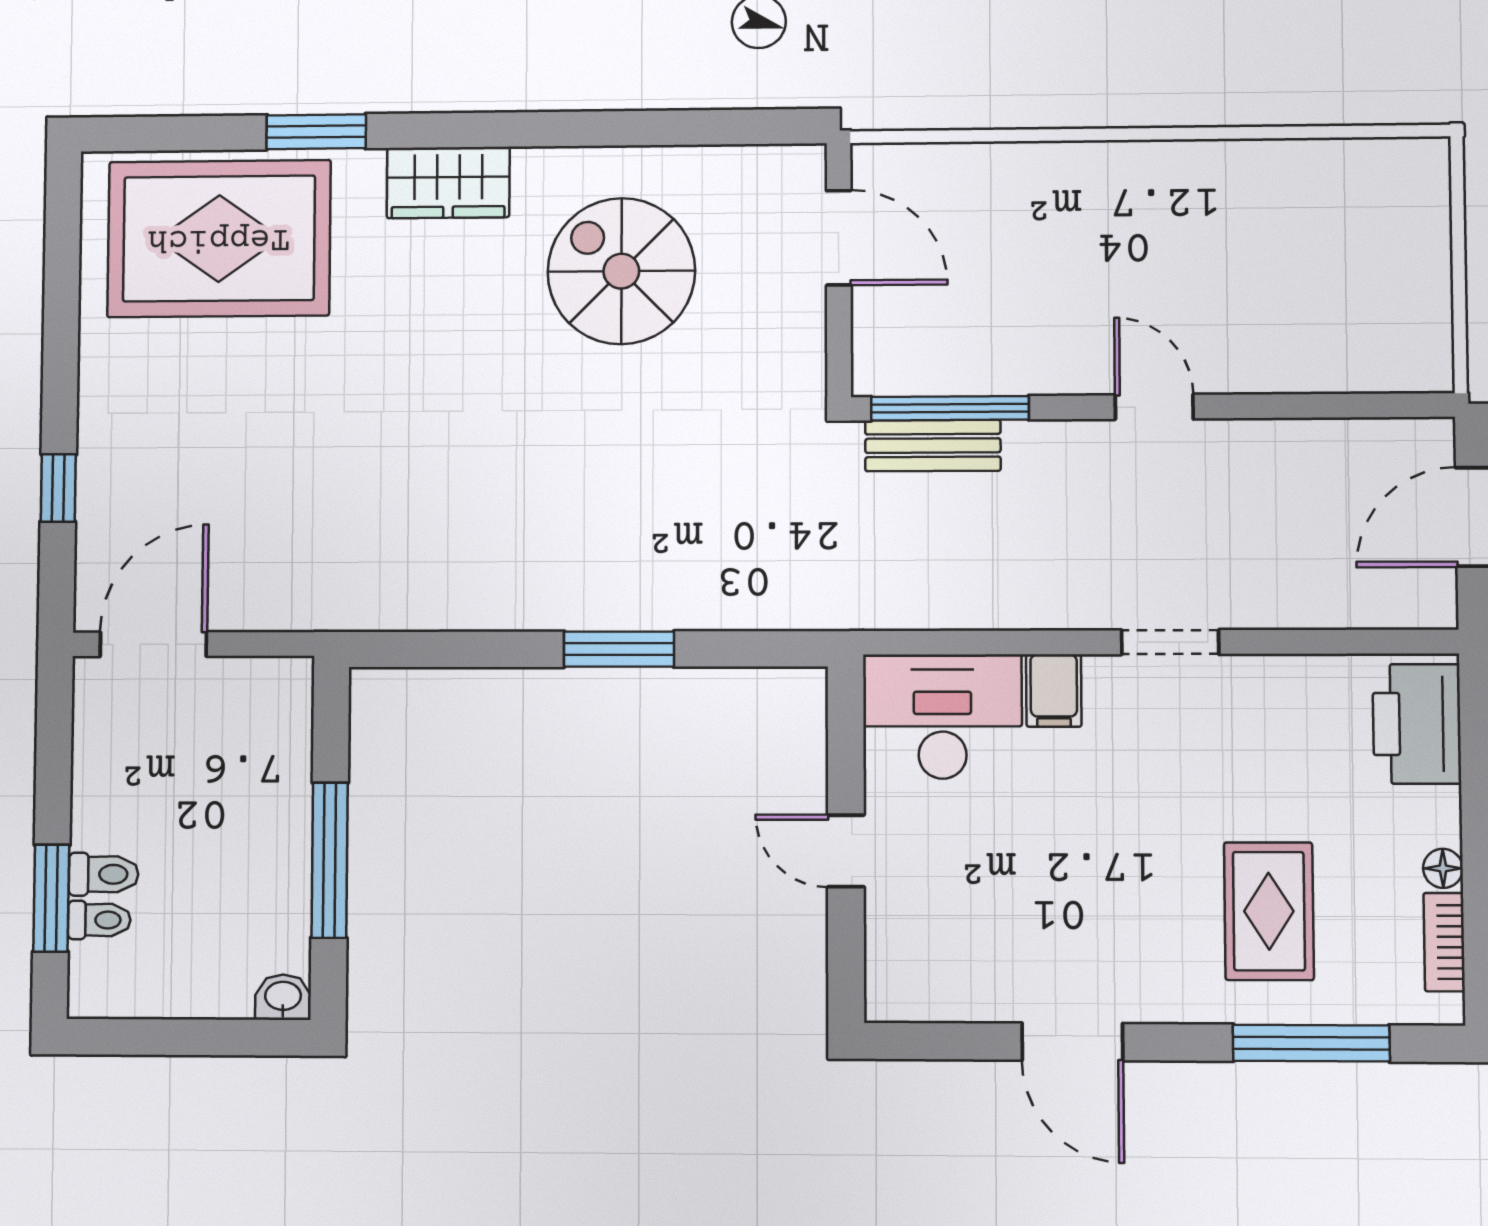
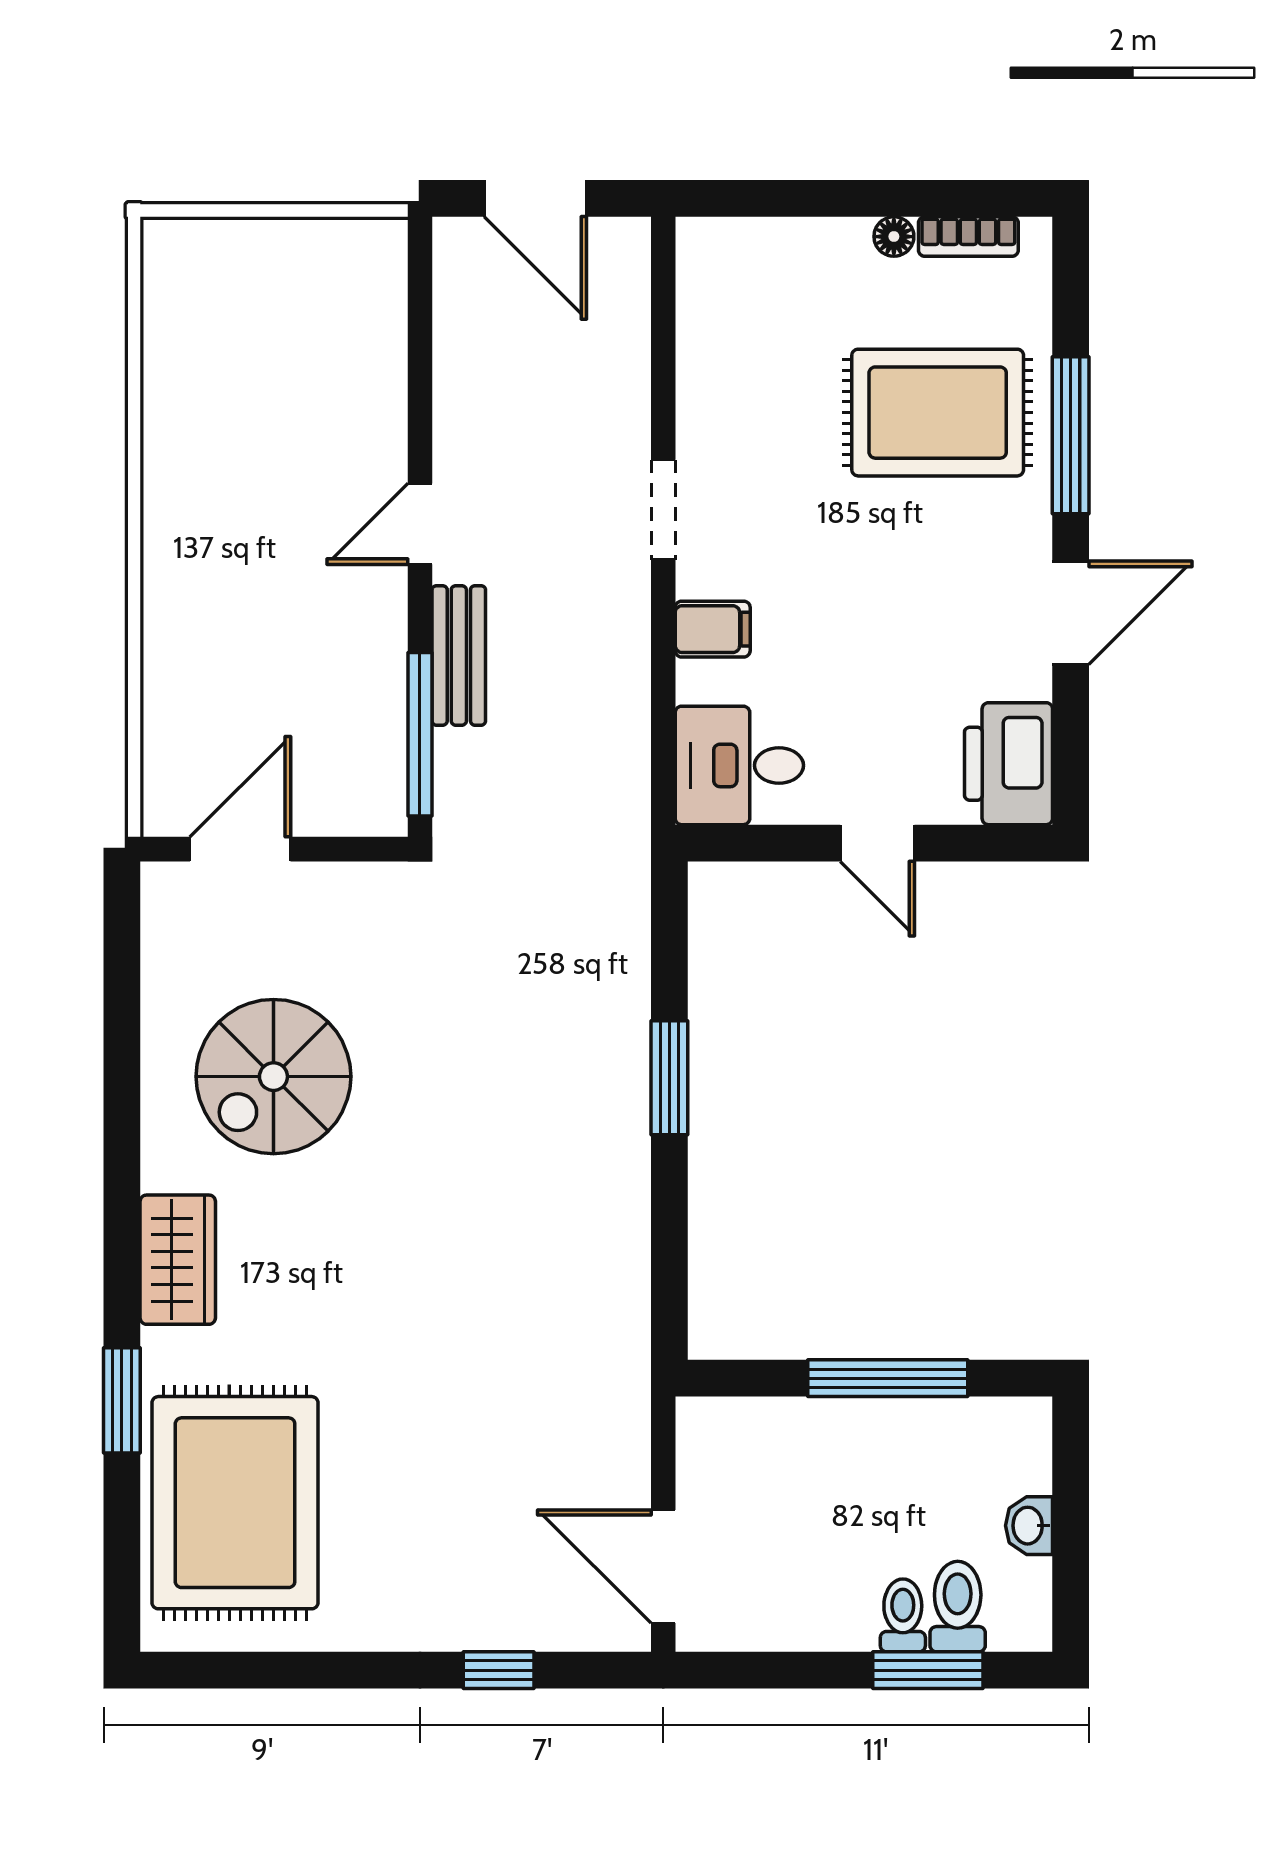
bench: (933, 446) -> (459, 655), moved
desk: (942, 717) -> (739, 765), width x0.73
printer: (1417, 724) -> (1009, 764), moved, turned 90
door: (846, 851) -> (877, 843), hinge flipped
rug: (1269, 911) -> (938, 413), width x1.36, depth x1.43
toilet: (99, 920) -> (958, 1607), width x1.37, depth x1.39
washbasin: (283, 997) -> (1029, 1526), moved
window: (1311, 1043) -> (1071, 435), moved

